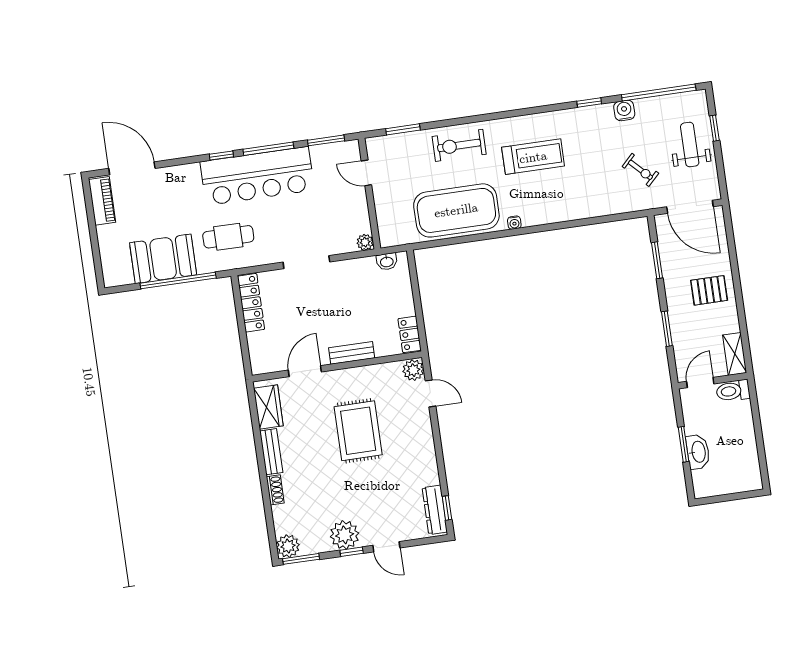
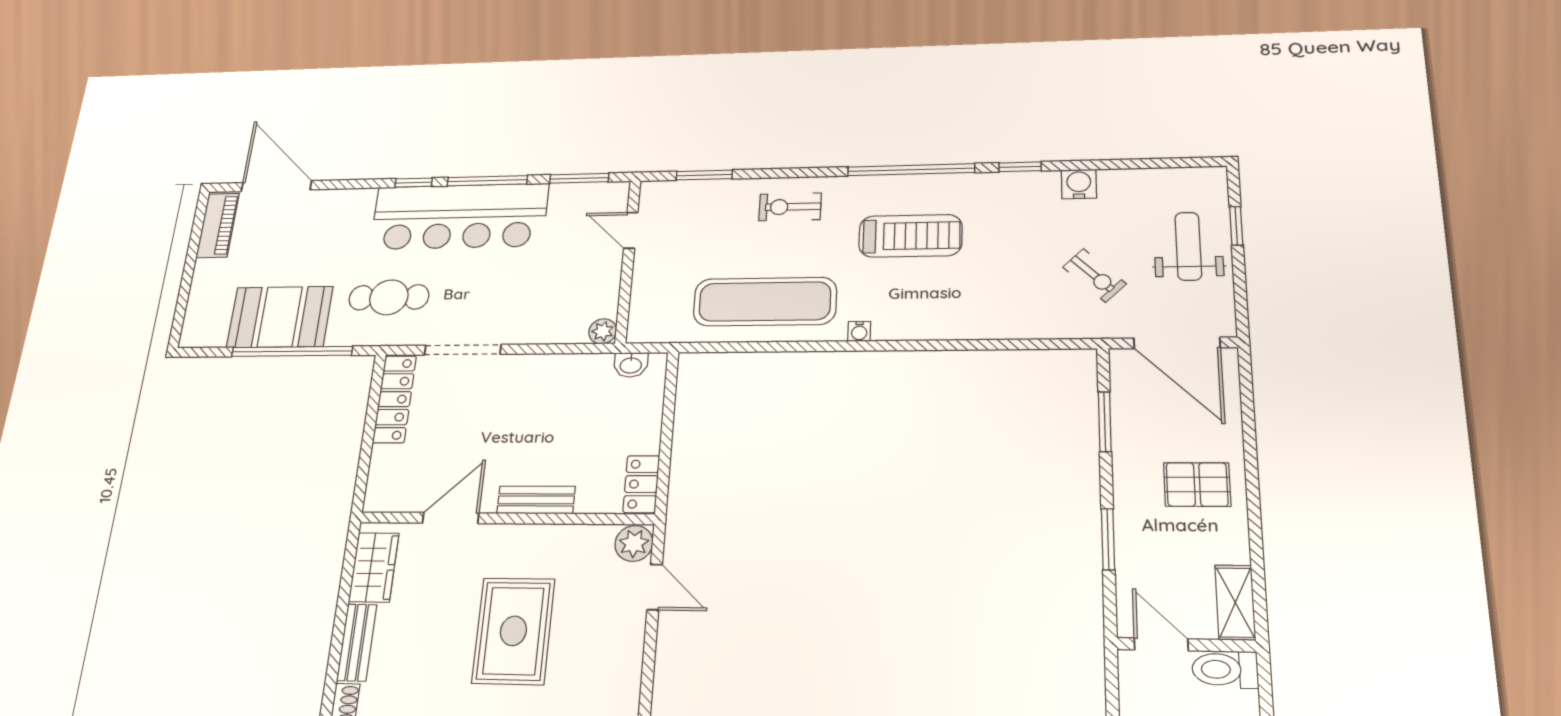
window: (659, 92) -> (911, 170), moved
exercise bike: (459, 145) -> (790, 207), width x0.73, depth x0.72
exercise mat: (456, 210) -> (765, 302), width x0.68
doorway: (306, 262) -> (463, 350), moved
door: (700, 383) -> (1161, 644), hinge flipped

